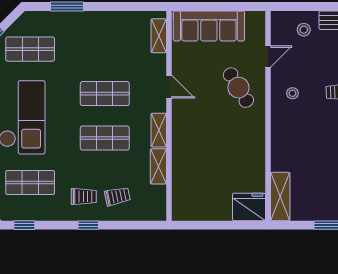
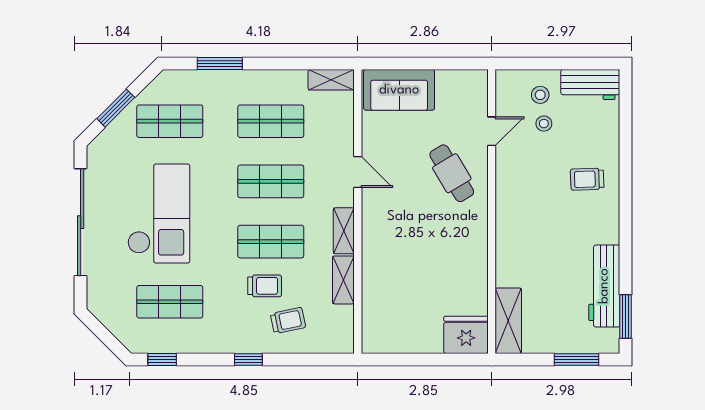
sofa: (209, 26) -> (399, 90), width x0.73
shelving: (159, 36) -> (331, 80), moved, turned 90
shop shelf: (105, 49) -> (271, 121), added
stool: (292, 93) -> (544, 124), moved
trolley: (84, 196) -> (265, 286), moved

